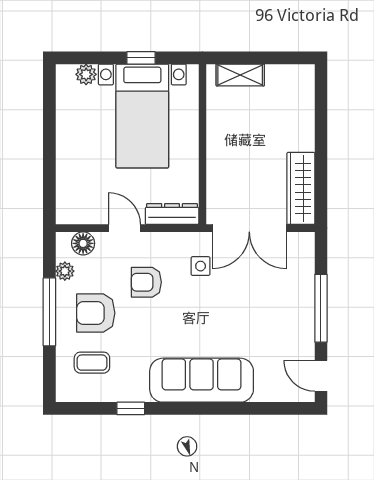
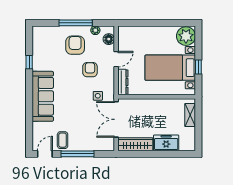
plant: (86, 74) -> (186, 36), width x1.88, depth x1.88
freezer: (298, 125) -> (166, 143), added
coffee table: (92, 363) -> (63, 140), moved

